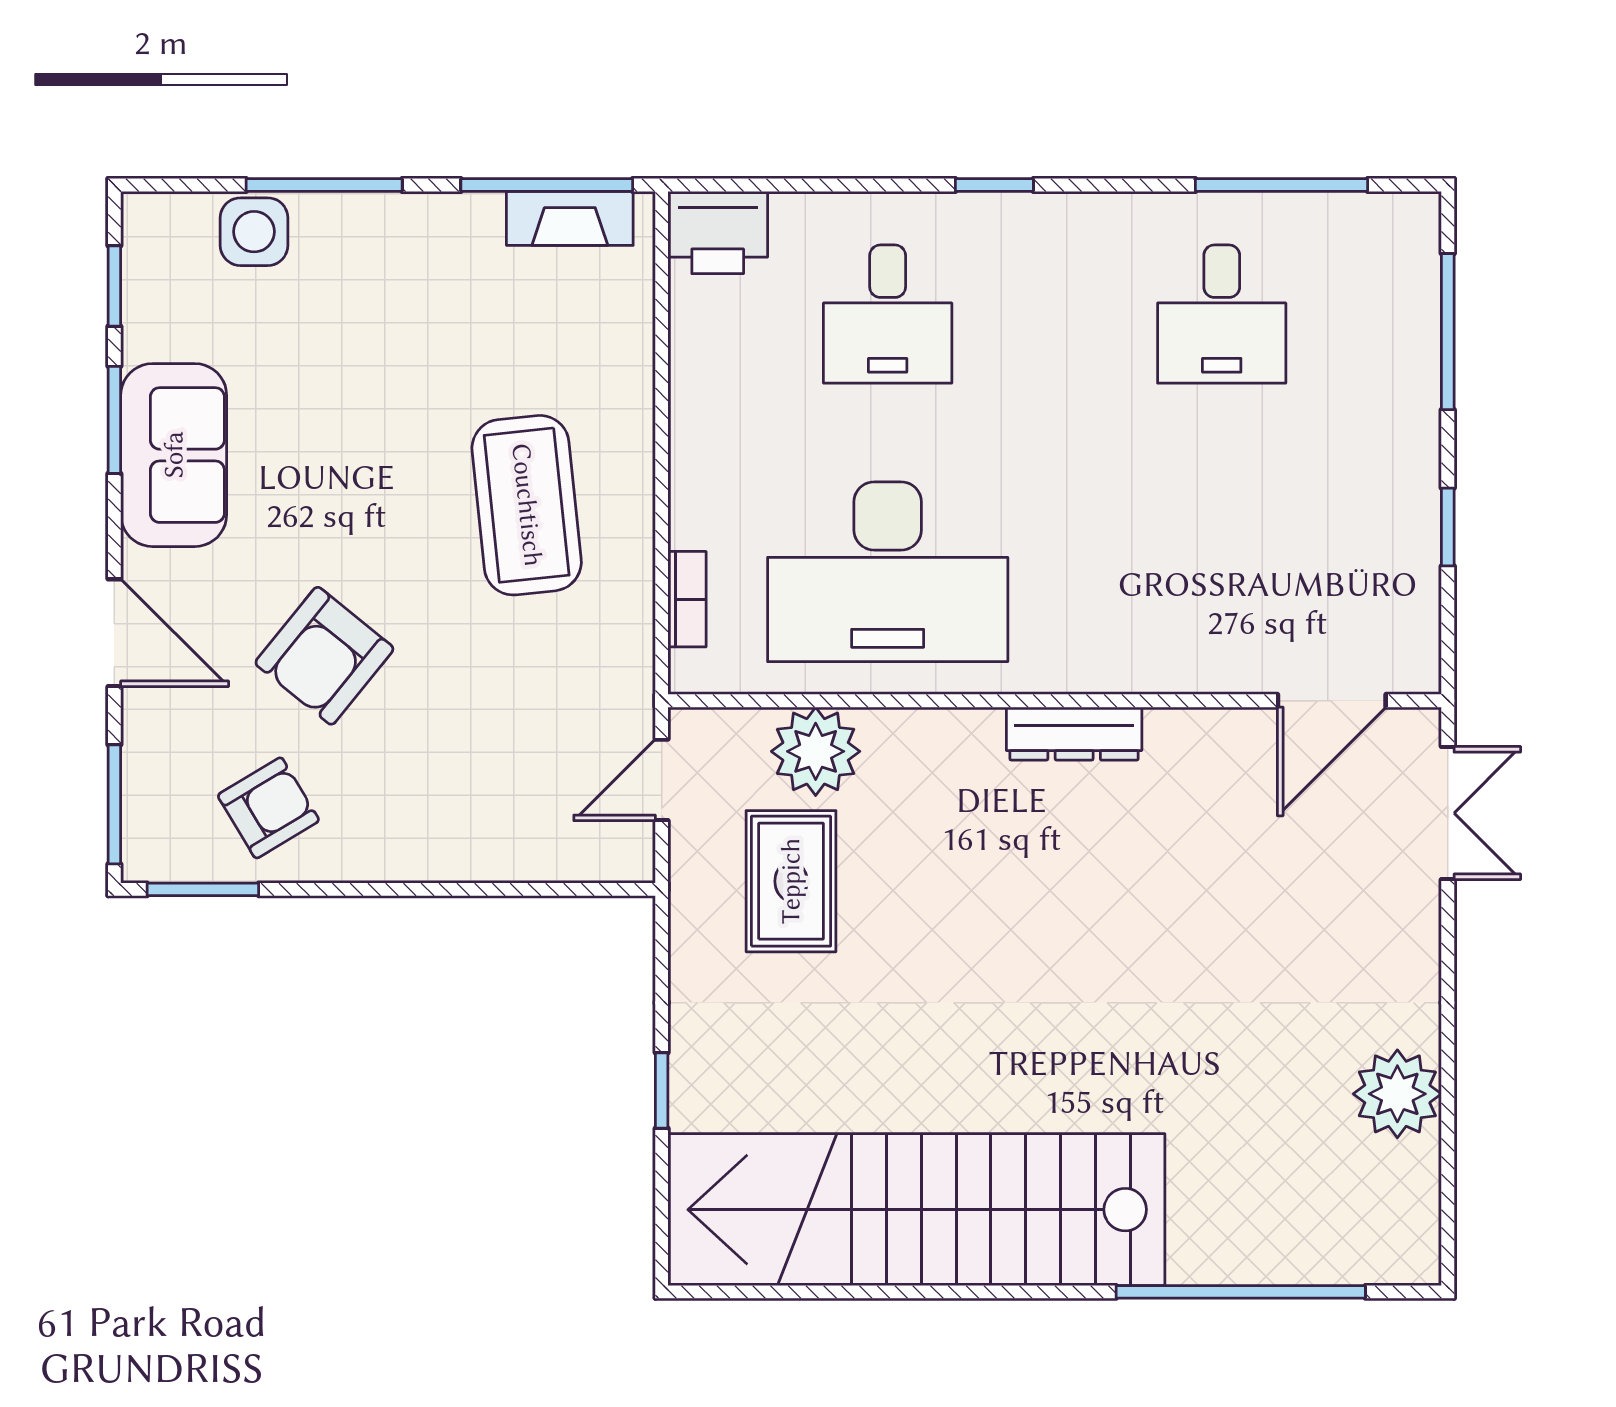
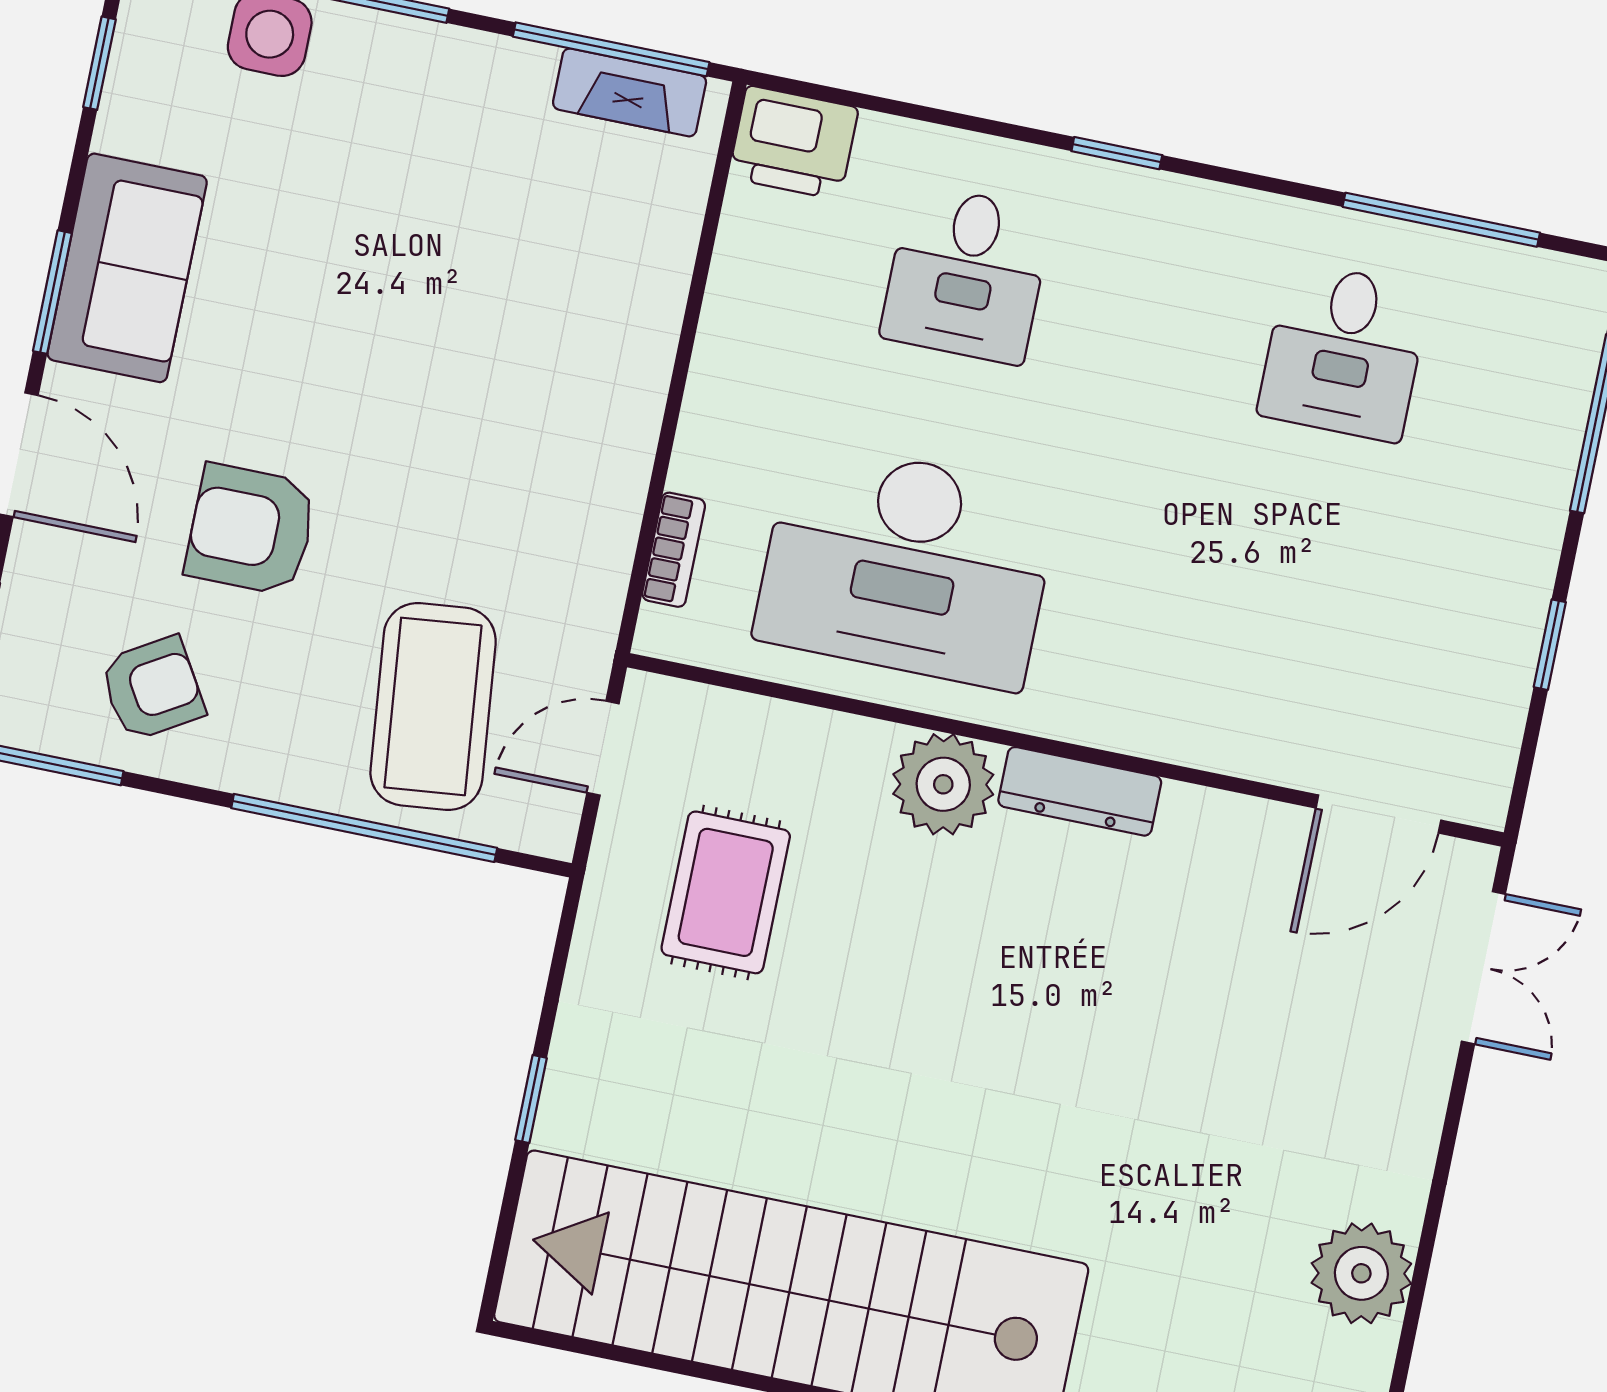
window: (114, 420) -> (52, 292), moved
coffee table: (527, 505) -> (433, 706), moved
armchair: (324, 656) -> (251, 530), turned 51
plant: (816, 751) -> (943, 784), moved
window: (473, 889) -> (364, 828), added

